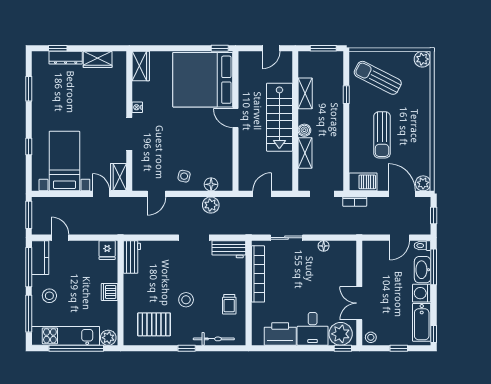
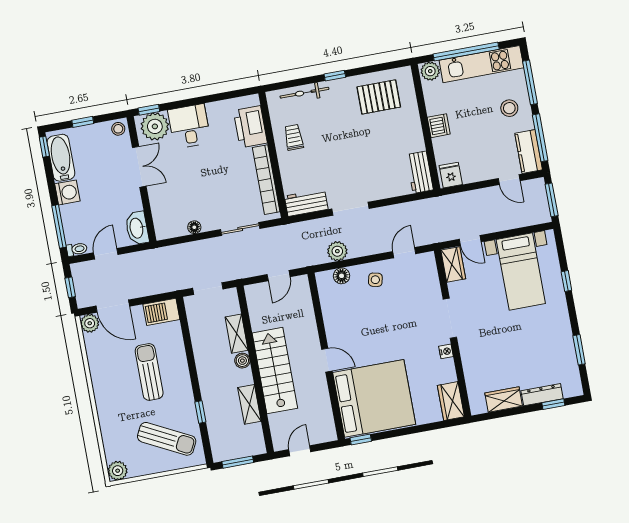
bookcase: (355, 202) -> (167, 287), removed
washbasin: (423, 270) -> (137, 228), moved, turned 180
stool: (186, 300) -> (346, 133), removed
printer: (280, 334) -> (250, 127), moved, turned 90

